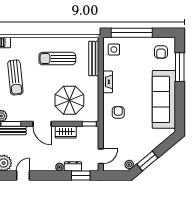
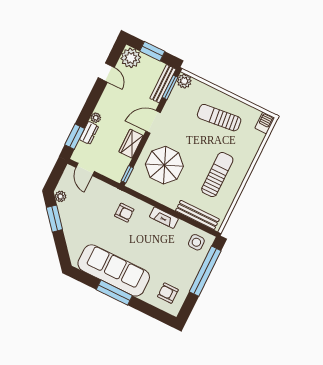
window: (180, 67) -> (114, 293), moved

